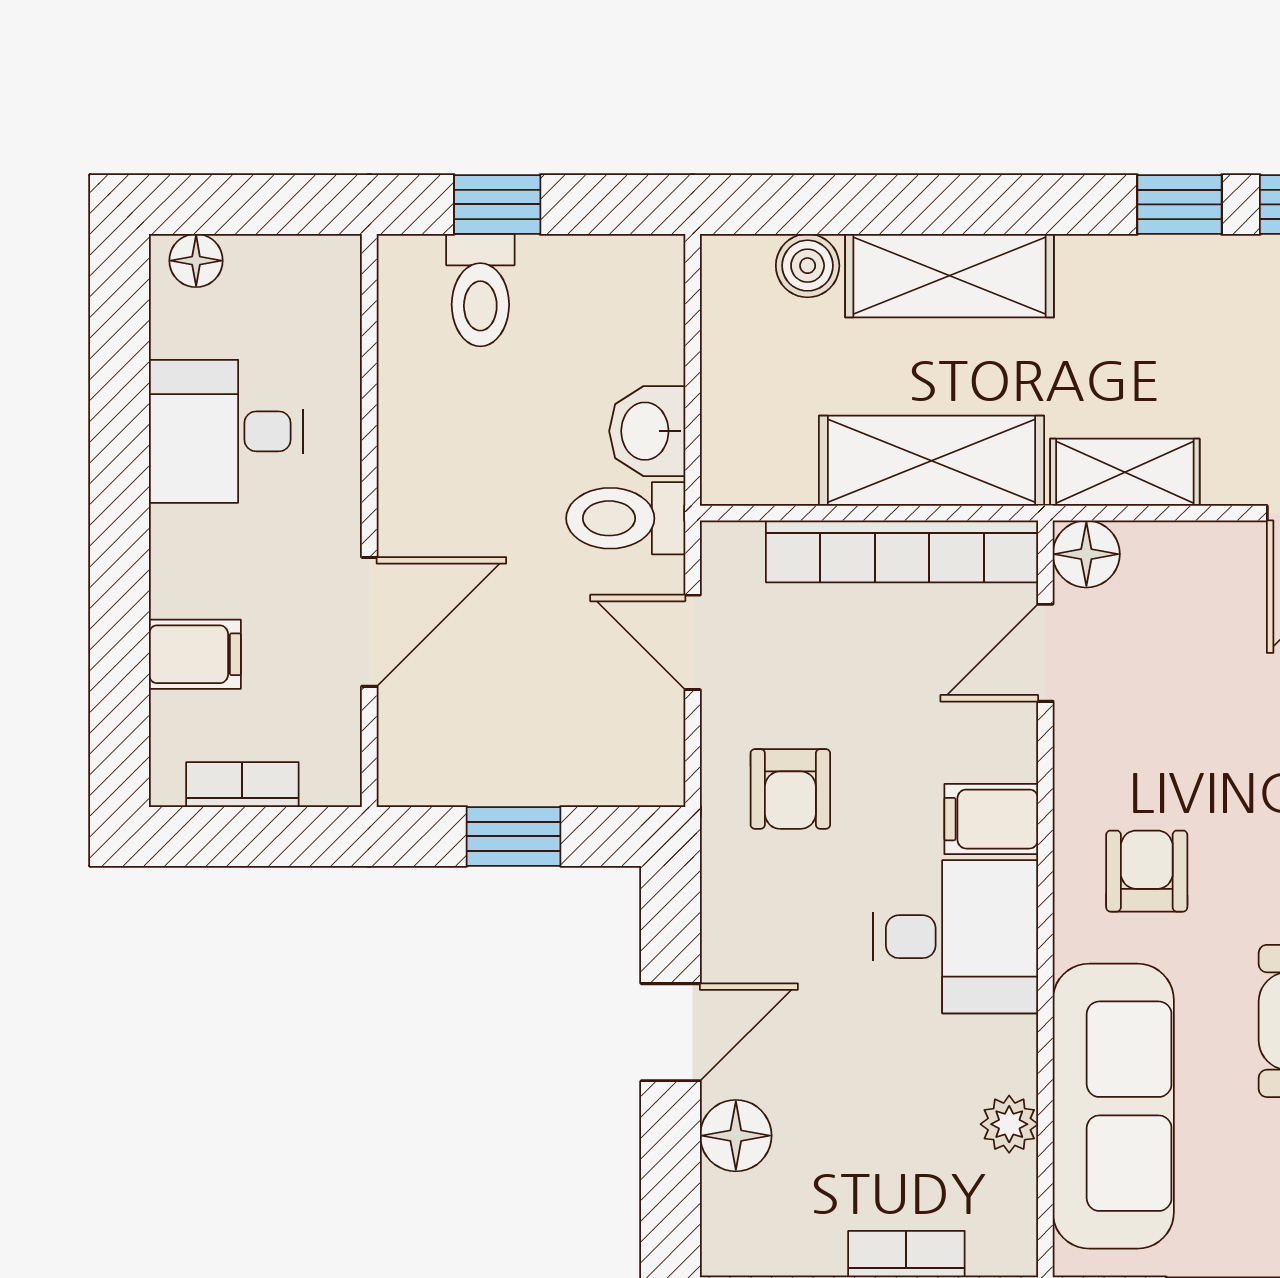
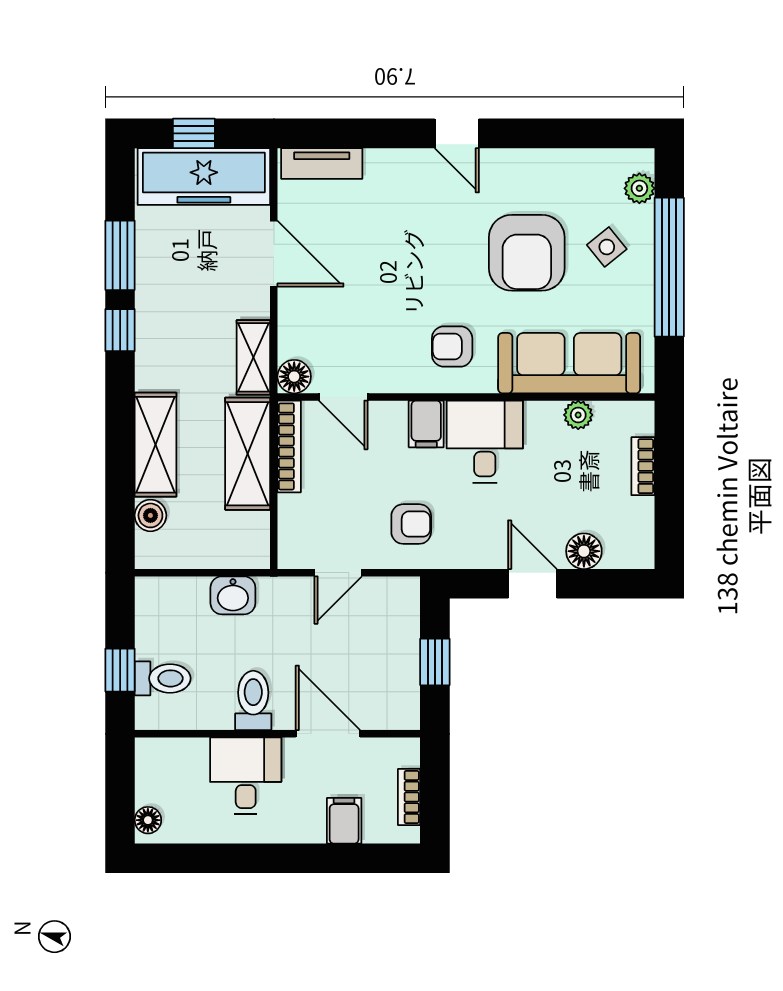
desk: (226, 431) -> (246, 776), moved, turned 180
toilet: (626, 518) -> (253, 700), moved, turned 180
bookcase: (902, 551) -> (289, 446), width x0.68, depth x0.76

